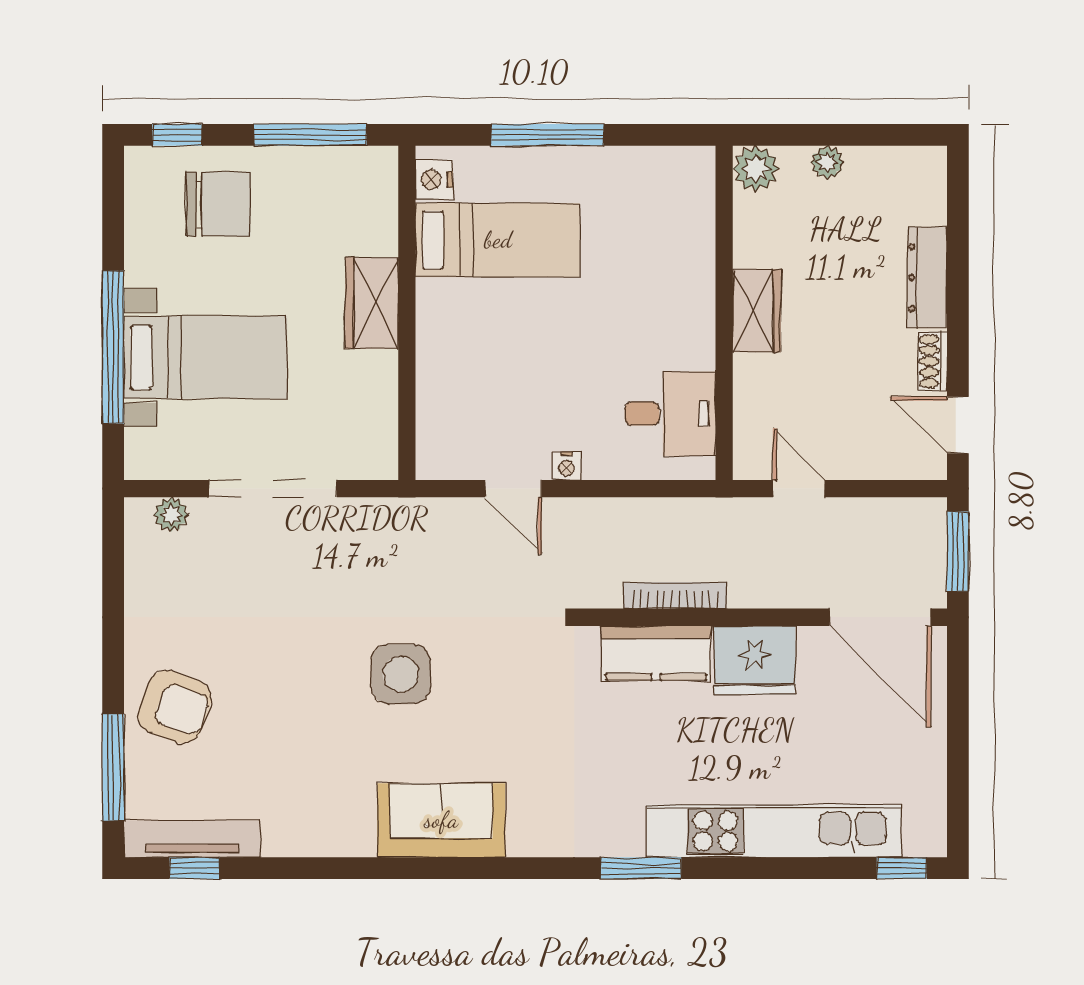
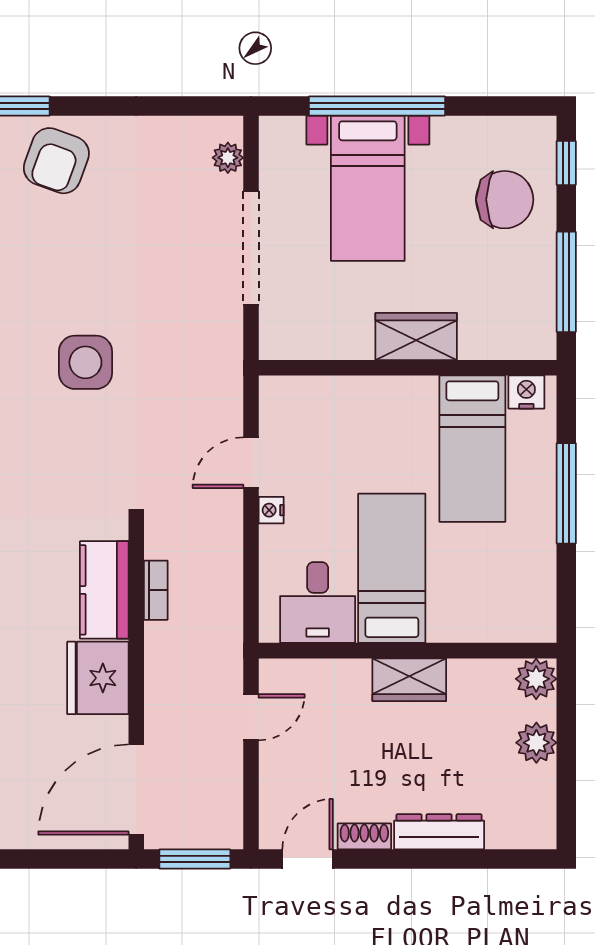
plant: (827, 162) -> (536, 743), width x1.38, depth x1.38
chair: (218, 204) -> (505, 200), turned -90
bed: (632, 330) -> (392, 568), added
bookcase: (675, 595) -> (156, 590), width x0.64

